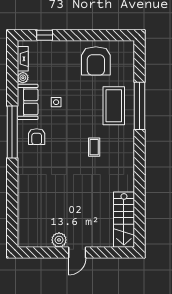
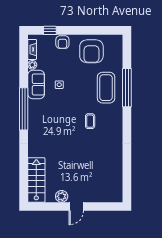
armchair: (37, 137) -> (62, 42), moved
stairs: (124, 220) -> (36, 180), moved, turned 180

